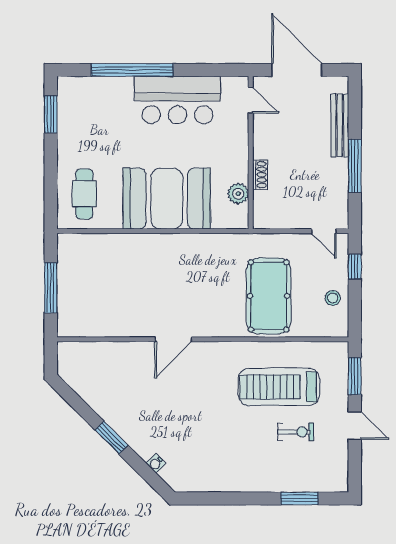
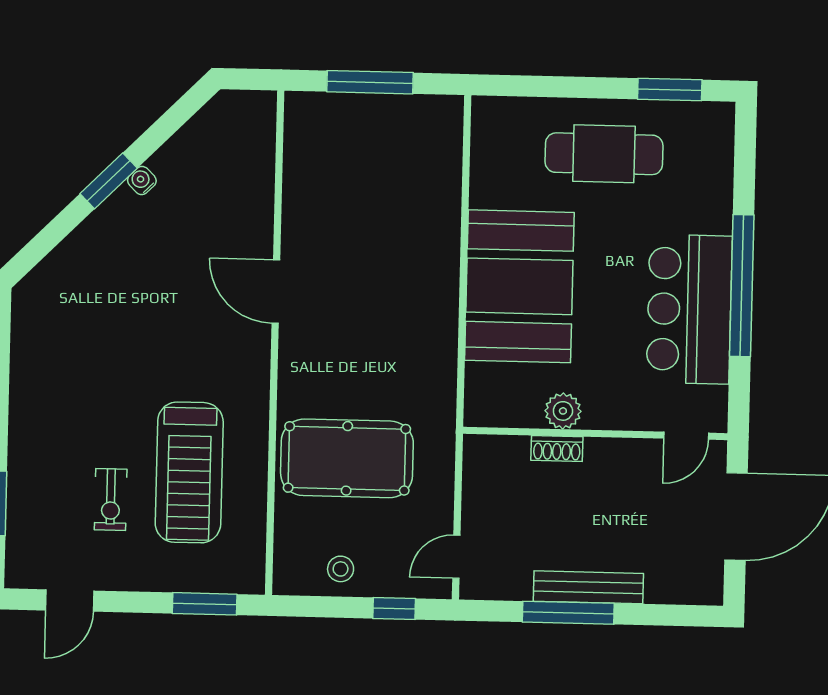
window: (132, 70) -> (742, 286), moved
bench: (340, 125) -> (588, 587), moved
cafe table: (84, 194) -> (604, 154), moved, width x1.37, depth x1.35
plant: (238, 194) -> (563, 411), moved
treadmill: (279, 387) -> (189, 472), turned 180
door: (355, 426) -> (70, 601), moved
water cooler: (156, 463) -> (142, 181), moved

